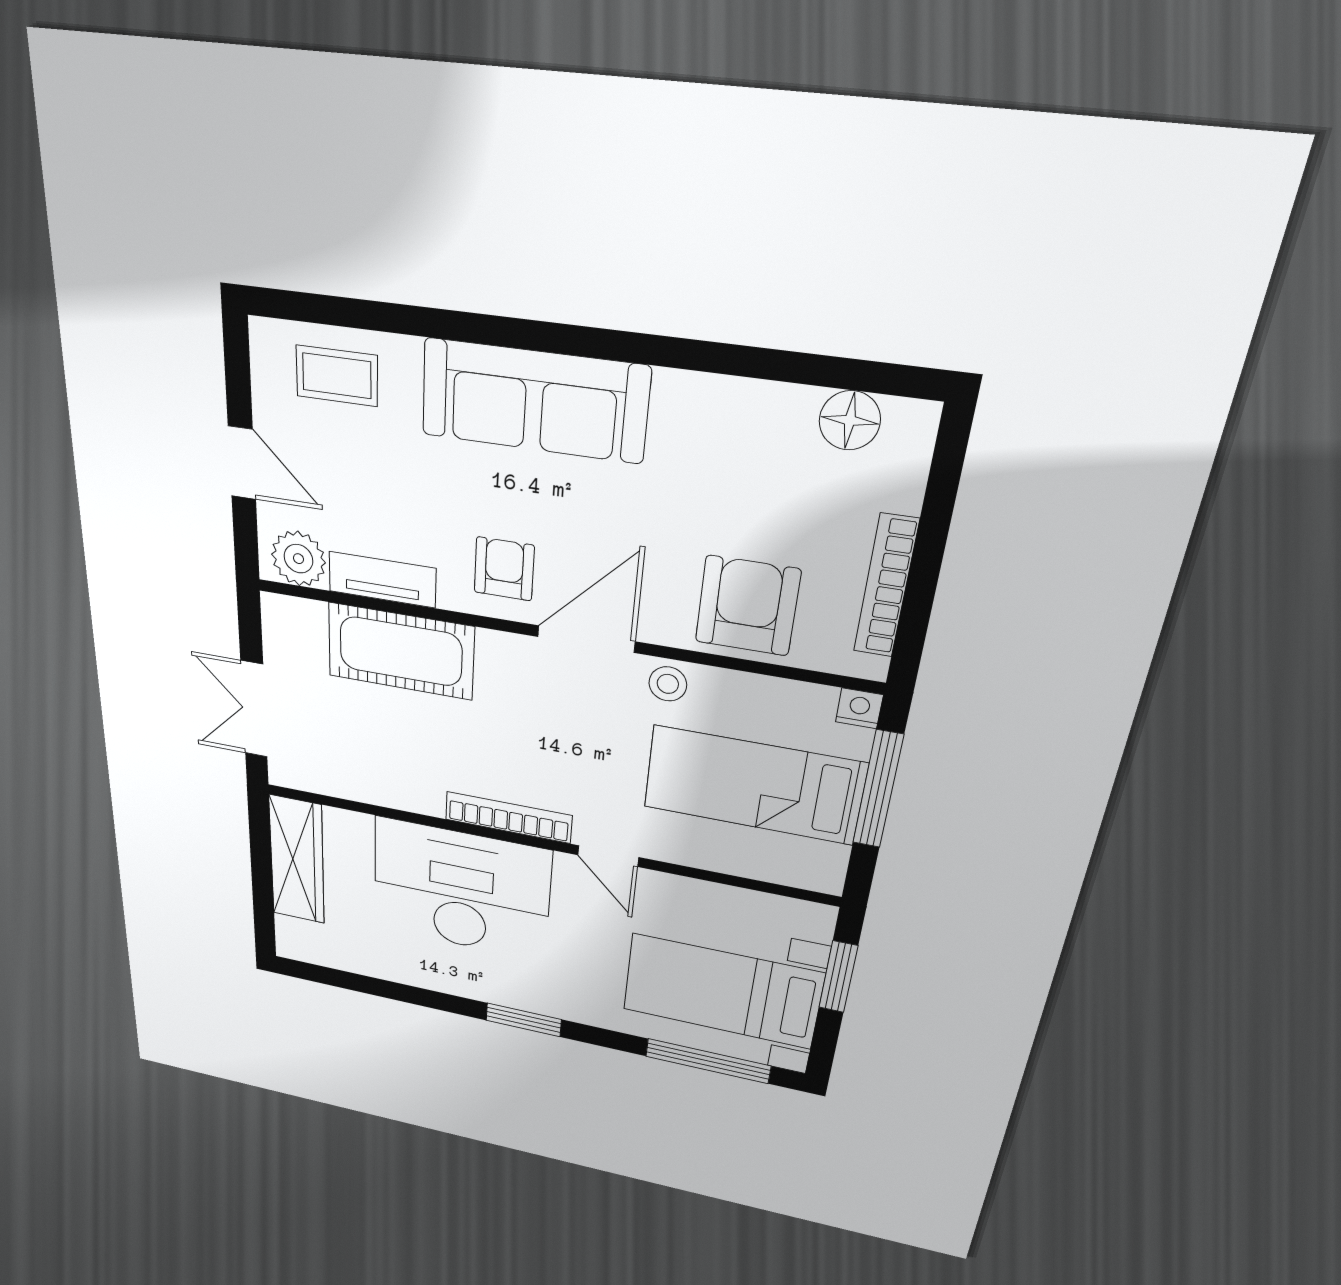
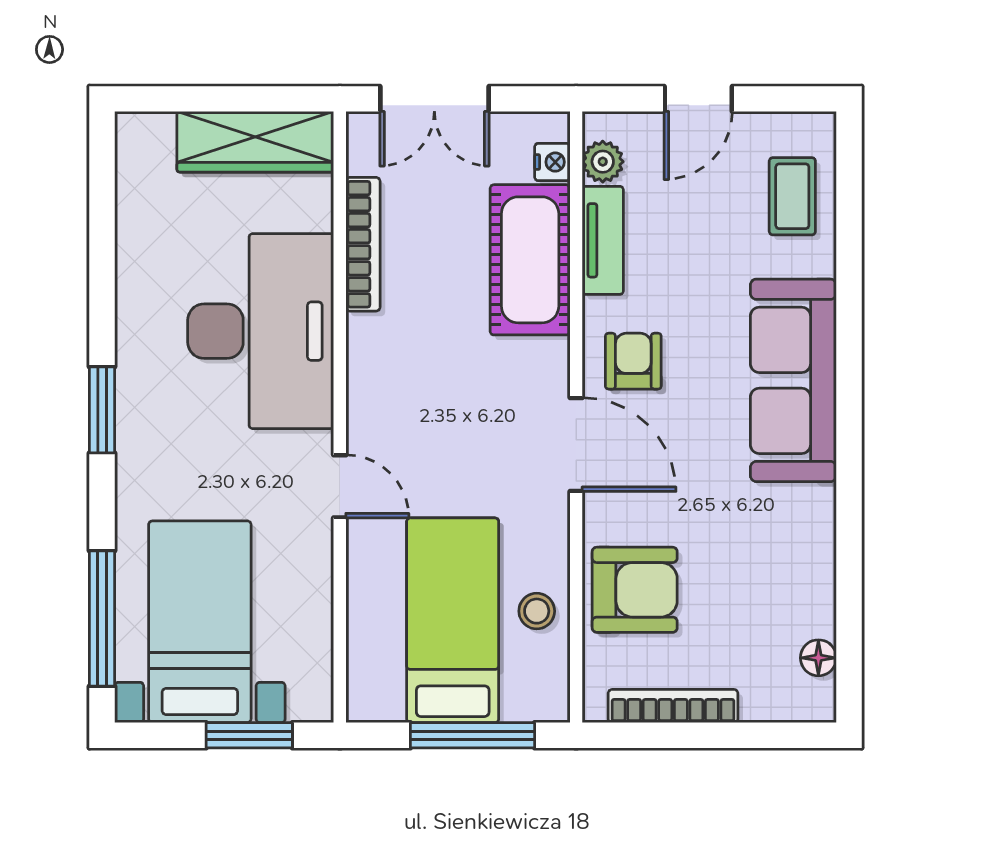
floor lamp: (850, 420) -> (818, 658), width x0.73, depth x0.73
plant: (298, 559) -> (603, 162), width x0.73, depth x0.73
armchair: (504, 569) -> (633, 361), turned -90
stool: (668, 684) -> (537, 611), moved
nightstand: (859, 708) -> (552, 162), moved
double door: (254, 709) -> (434, 99), swing flipped
bookcase: (508, 817) -> (363, 244), moved
door: (608, 856) -> (340, 486), swing flipped

